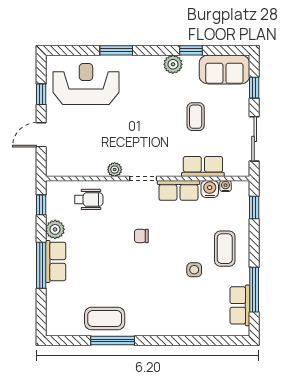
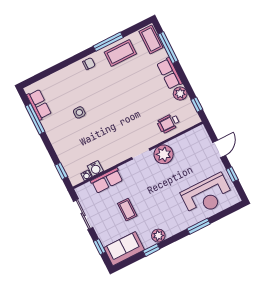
plant: (115, 170) -> (164, 154), width x1.88, depth x1.88
row of seats: (178, 190) -> (115, 158), removed
chair: (141, 236) -> (89, 64), moved
coffee table: (225, 249) -> (151, 40), moved
window: (41, 265) -> (168, 47), moved

